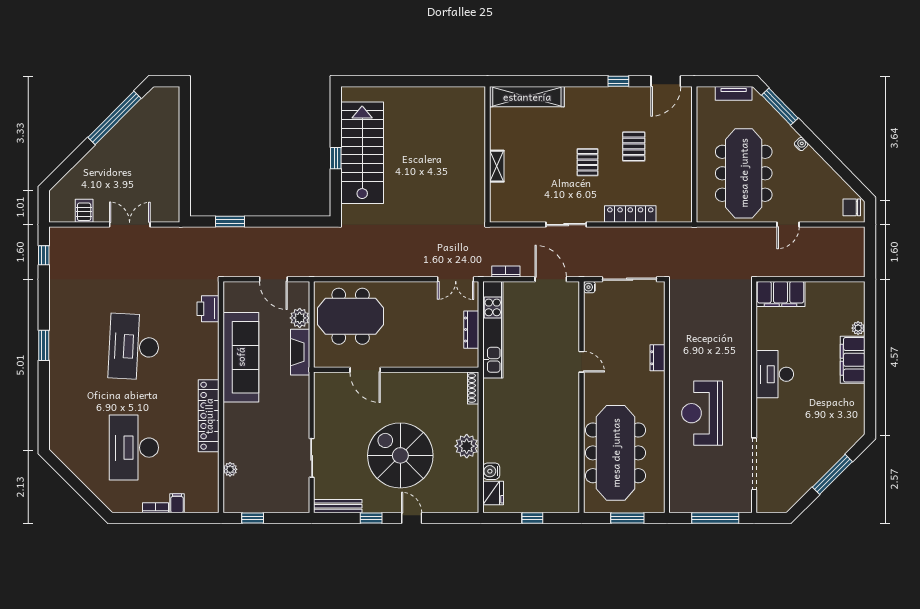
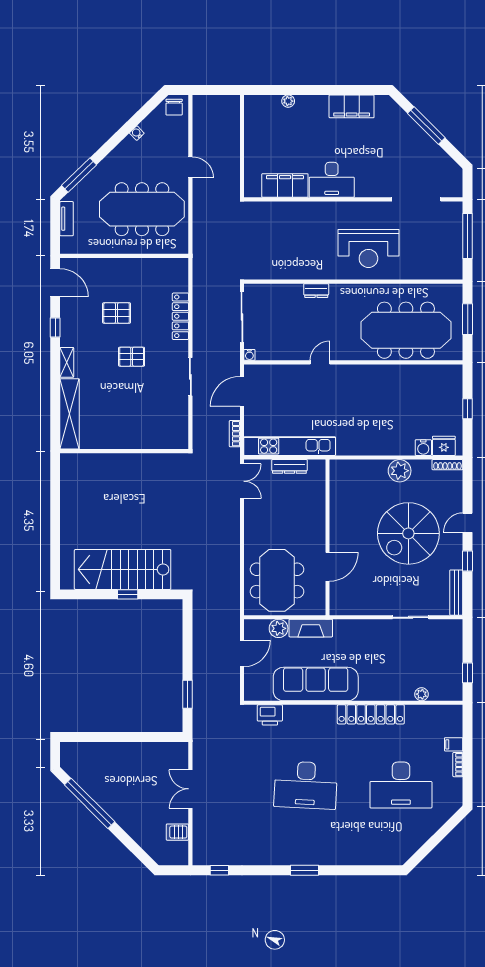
water cooler: (801, 144) -> (137, 133), moved
shelving: (497, 166) -> (67, 362), moved, turned 90
filing cabinet: (781, 294) -> (285, 185), moved, turned -90
filing cabinet: (853, 360) -> (352, 106), moved
shoe rack: (473, 388) -> (447, 465), moved

